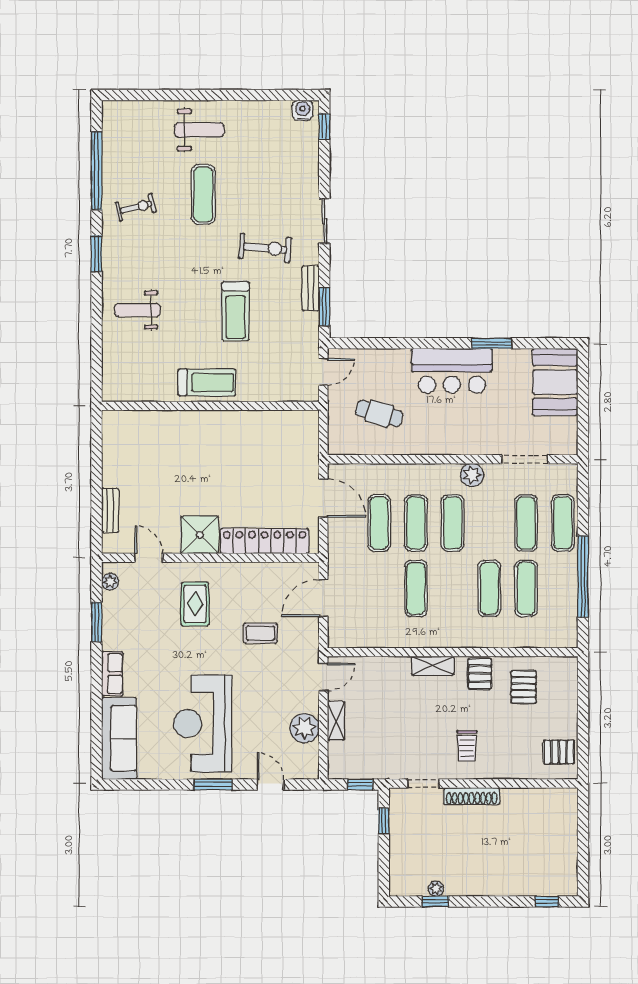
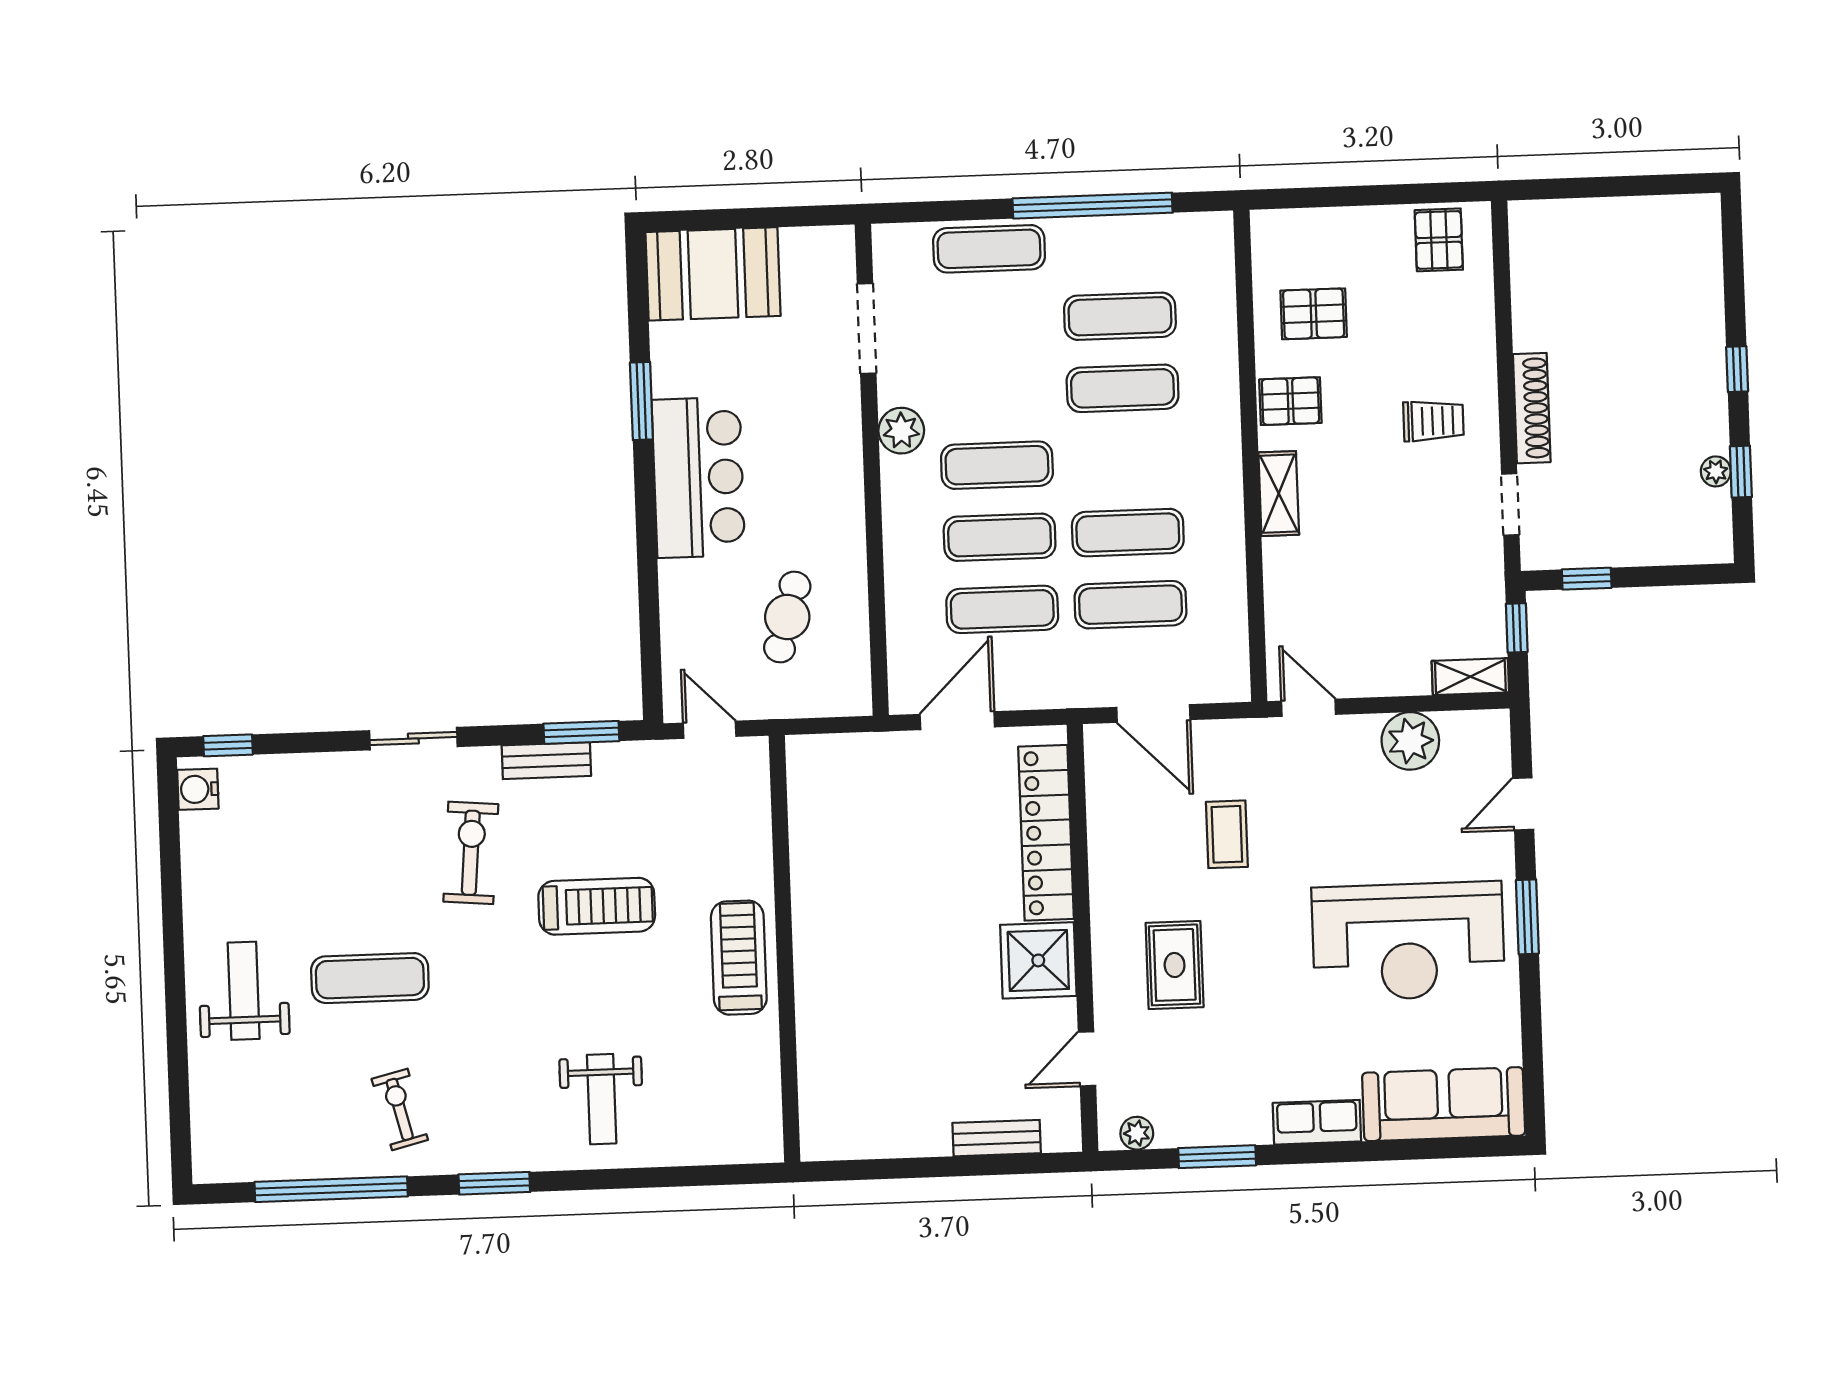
exercise mat: (526, 523) -> (1130, 605), moved
rug: (195, 604) -> (1175, 965), turned 90
shelving: (336, 721) -> (1470, 677), moved
window: (547, 901) -> (1737, 369), moved

